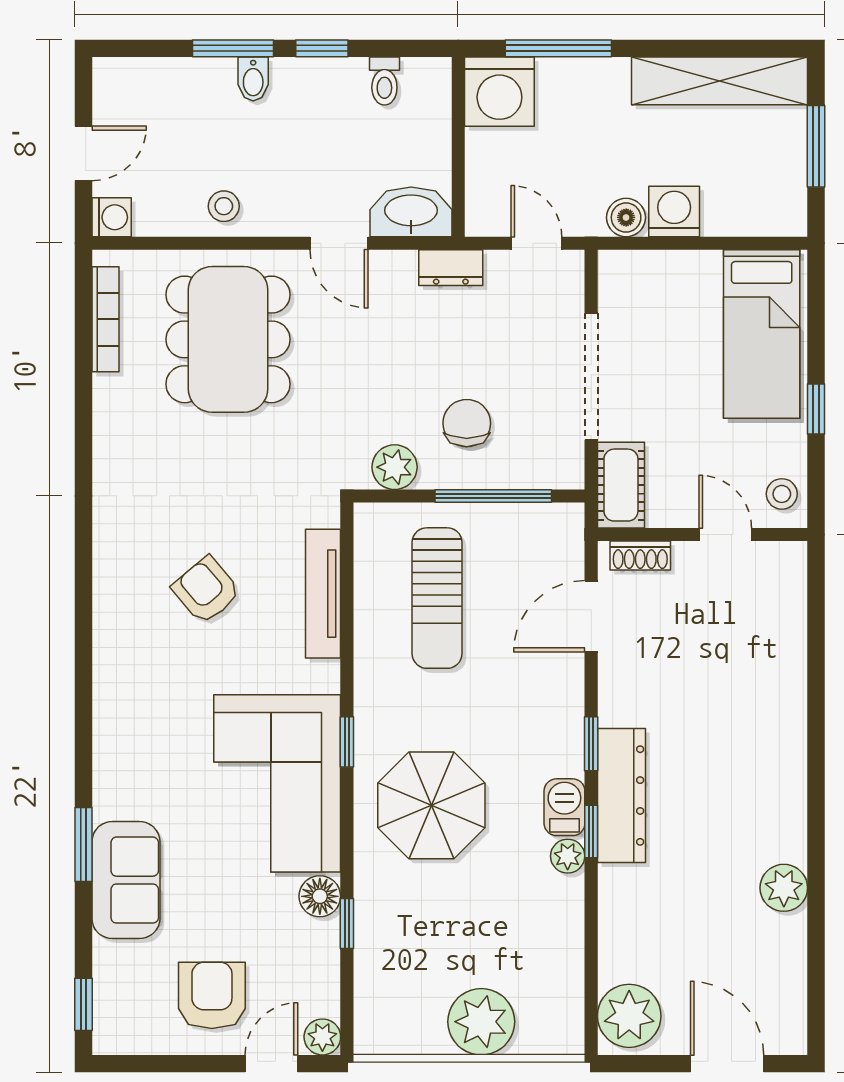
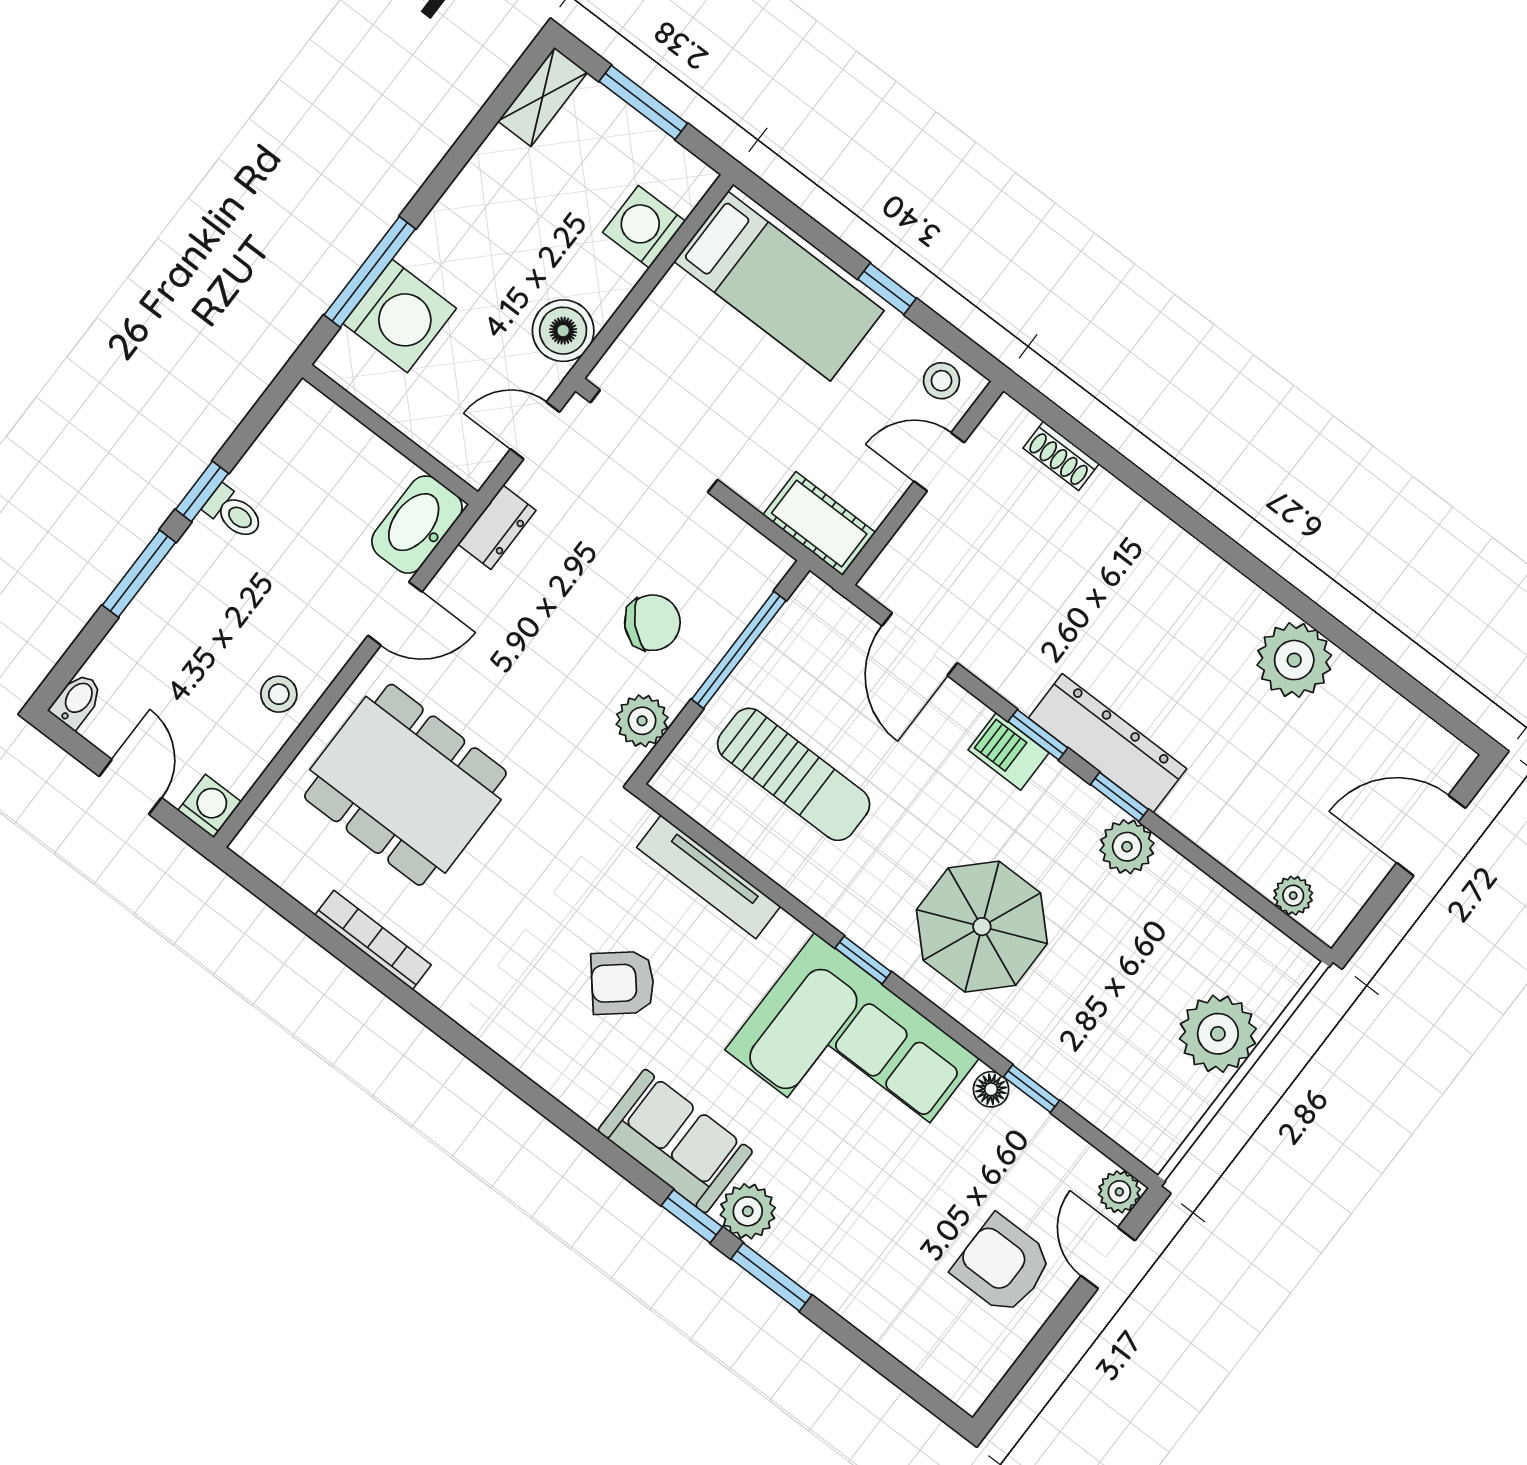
bidet: (253, 79) -> (77, 701), moved, turned -90
toilet: (384, 81) -> (234, 513), moved
shelving: (719, 81) -> (543, 97), width x0.45, depth x0.75
washing machine: (499, 92) -> (400, 316), moved
washing machine: (674, 211) -> (644, 227), moved
boiler: (626, 217) -> (563, 331), width x1.36, depth x1.36
bookcase: (106, 319) -> (373, 940), moved
doorway: (591, 376) -> (654, 441), moved
chair: (467, 423) -> (652, 623), turned 134
shoe rack: (640, 556) -> (1061, 456), moved, turned 90
plant: (116, 794) -> (748, 1211), added
barbecue: (564, 807) -> (1009, 751), moved
plant: (568, 856) -> (1127, 847), width x1.38, depth x1.38
sofa: (126, 880) -> (675, 1141), moved
plant: (784, 888) -> (1294, 660), width x1.36, depth x1.36
floor lamp: (320, 896) -> (991, 1089), width x0.73, depth x0.73
window: (83, 1004) -> (692, 1216), moved
plant: (629, 1016) -> (1293, 896), width x0.53, depth x0.53

